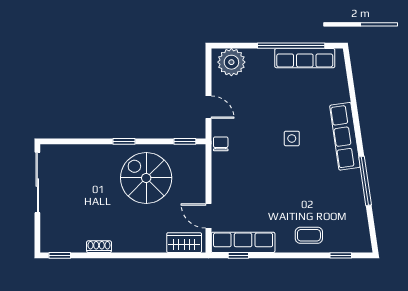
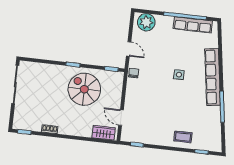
row of seats: (345, 136) -> (213, 77), width x1.36
row of seats: (243, 242) -> (141, 137), removed

